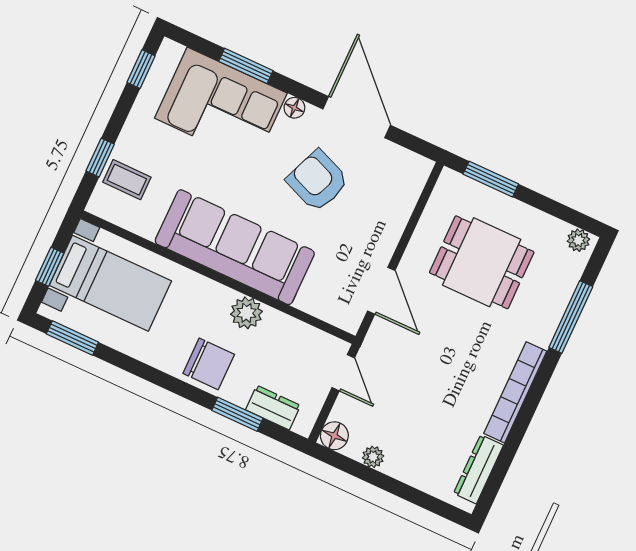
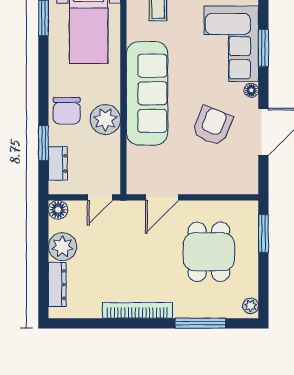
plant: (246, 313) -> (105, 120), width x1.36, depth x1.36
plant: (373, 457) -> (63, 247), width x1.88, depth x1.88
dresser: (478, 469) -> (57, 285), moved, turned 90

